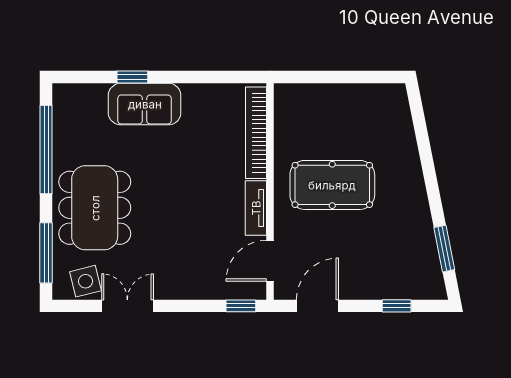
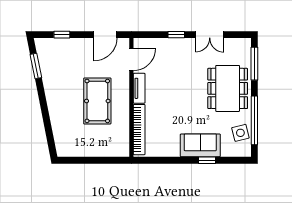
pool table: (332, 185) -> (97, 101), turned 90
side table: (86, 281) -> (240, 133), moved
window: (241, 306) -> (176, 35), moved

